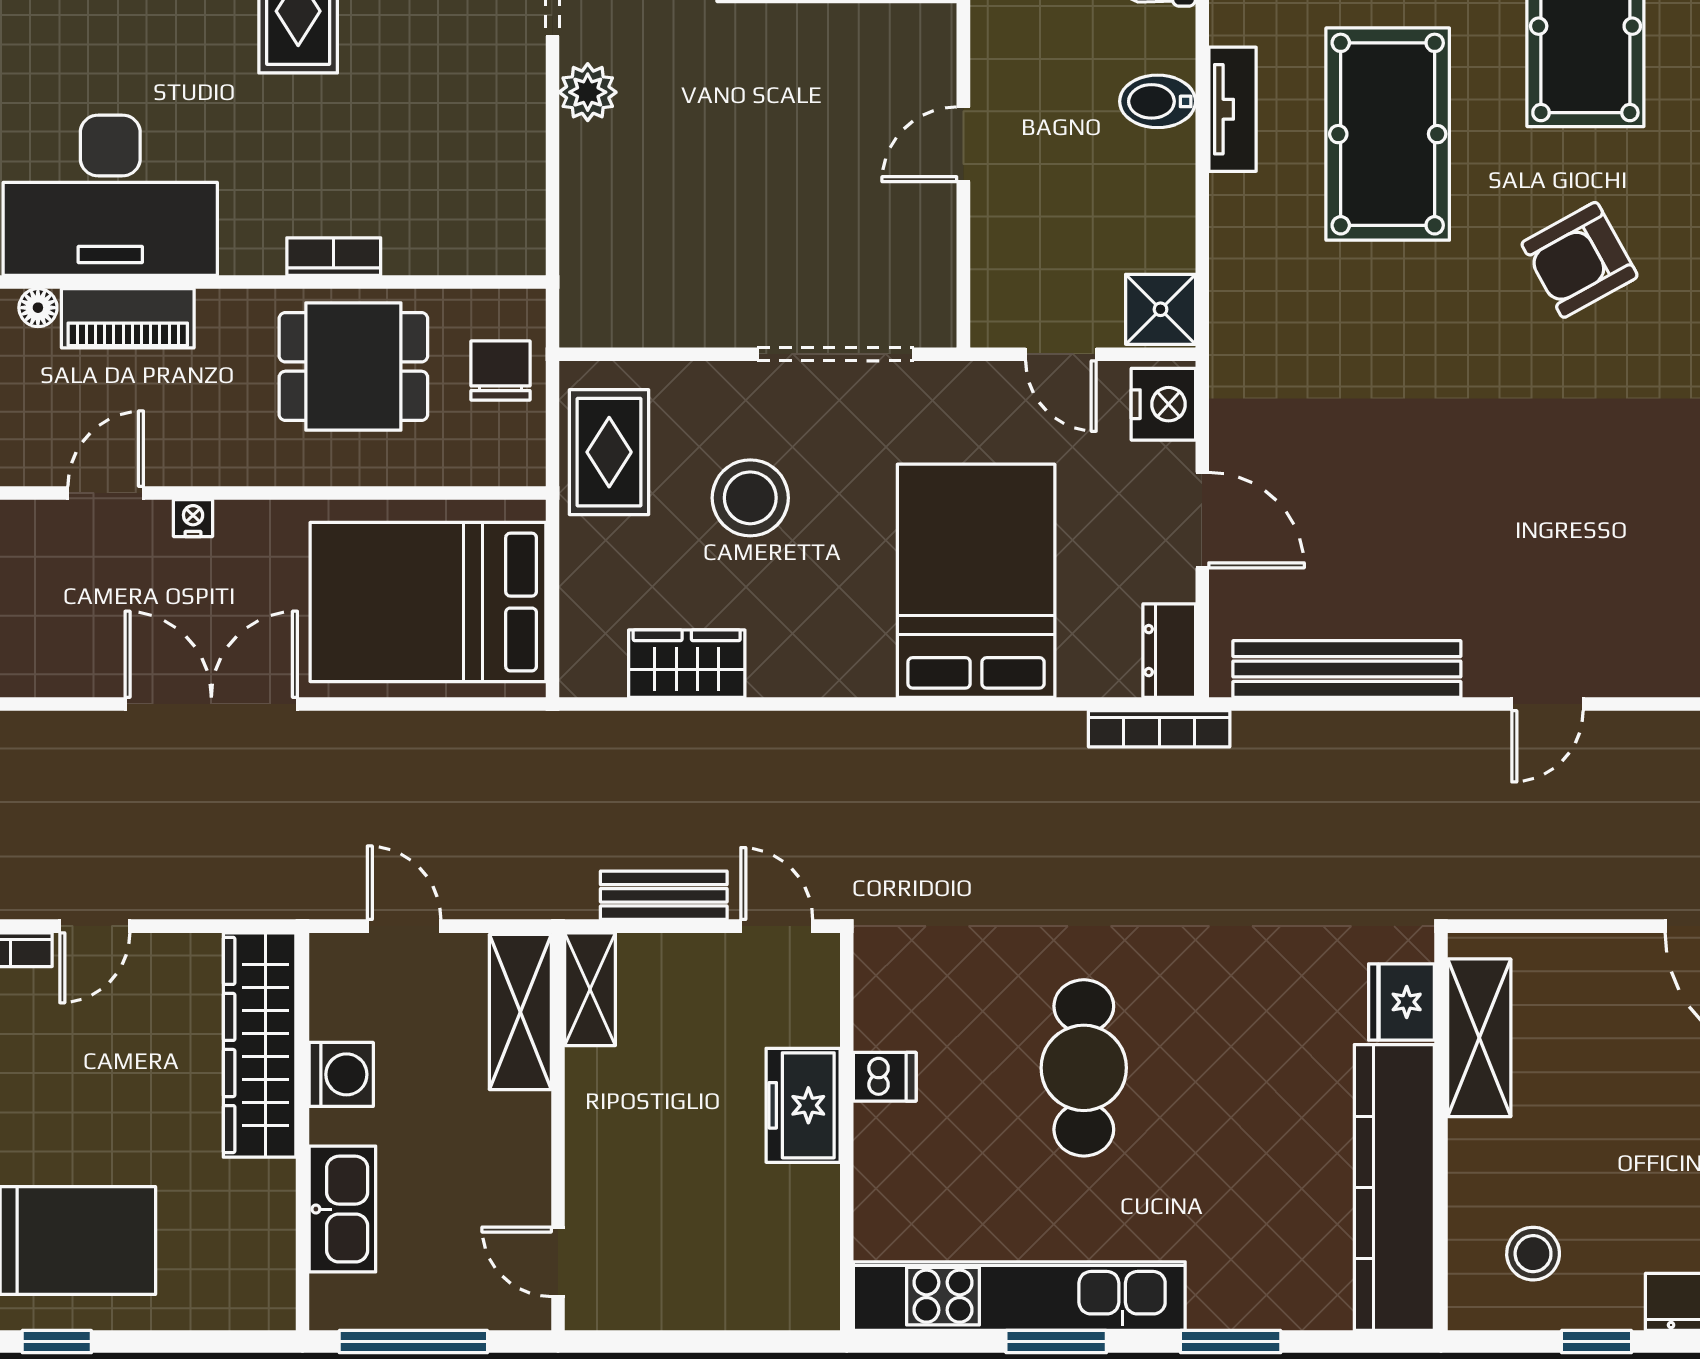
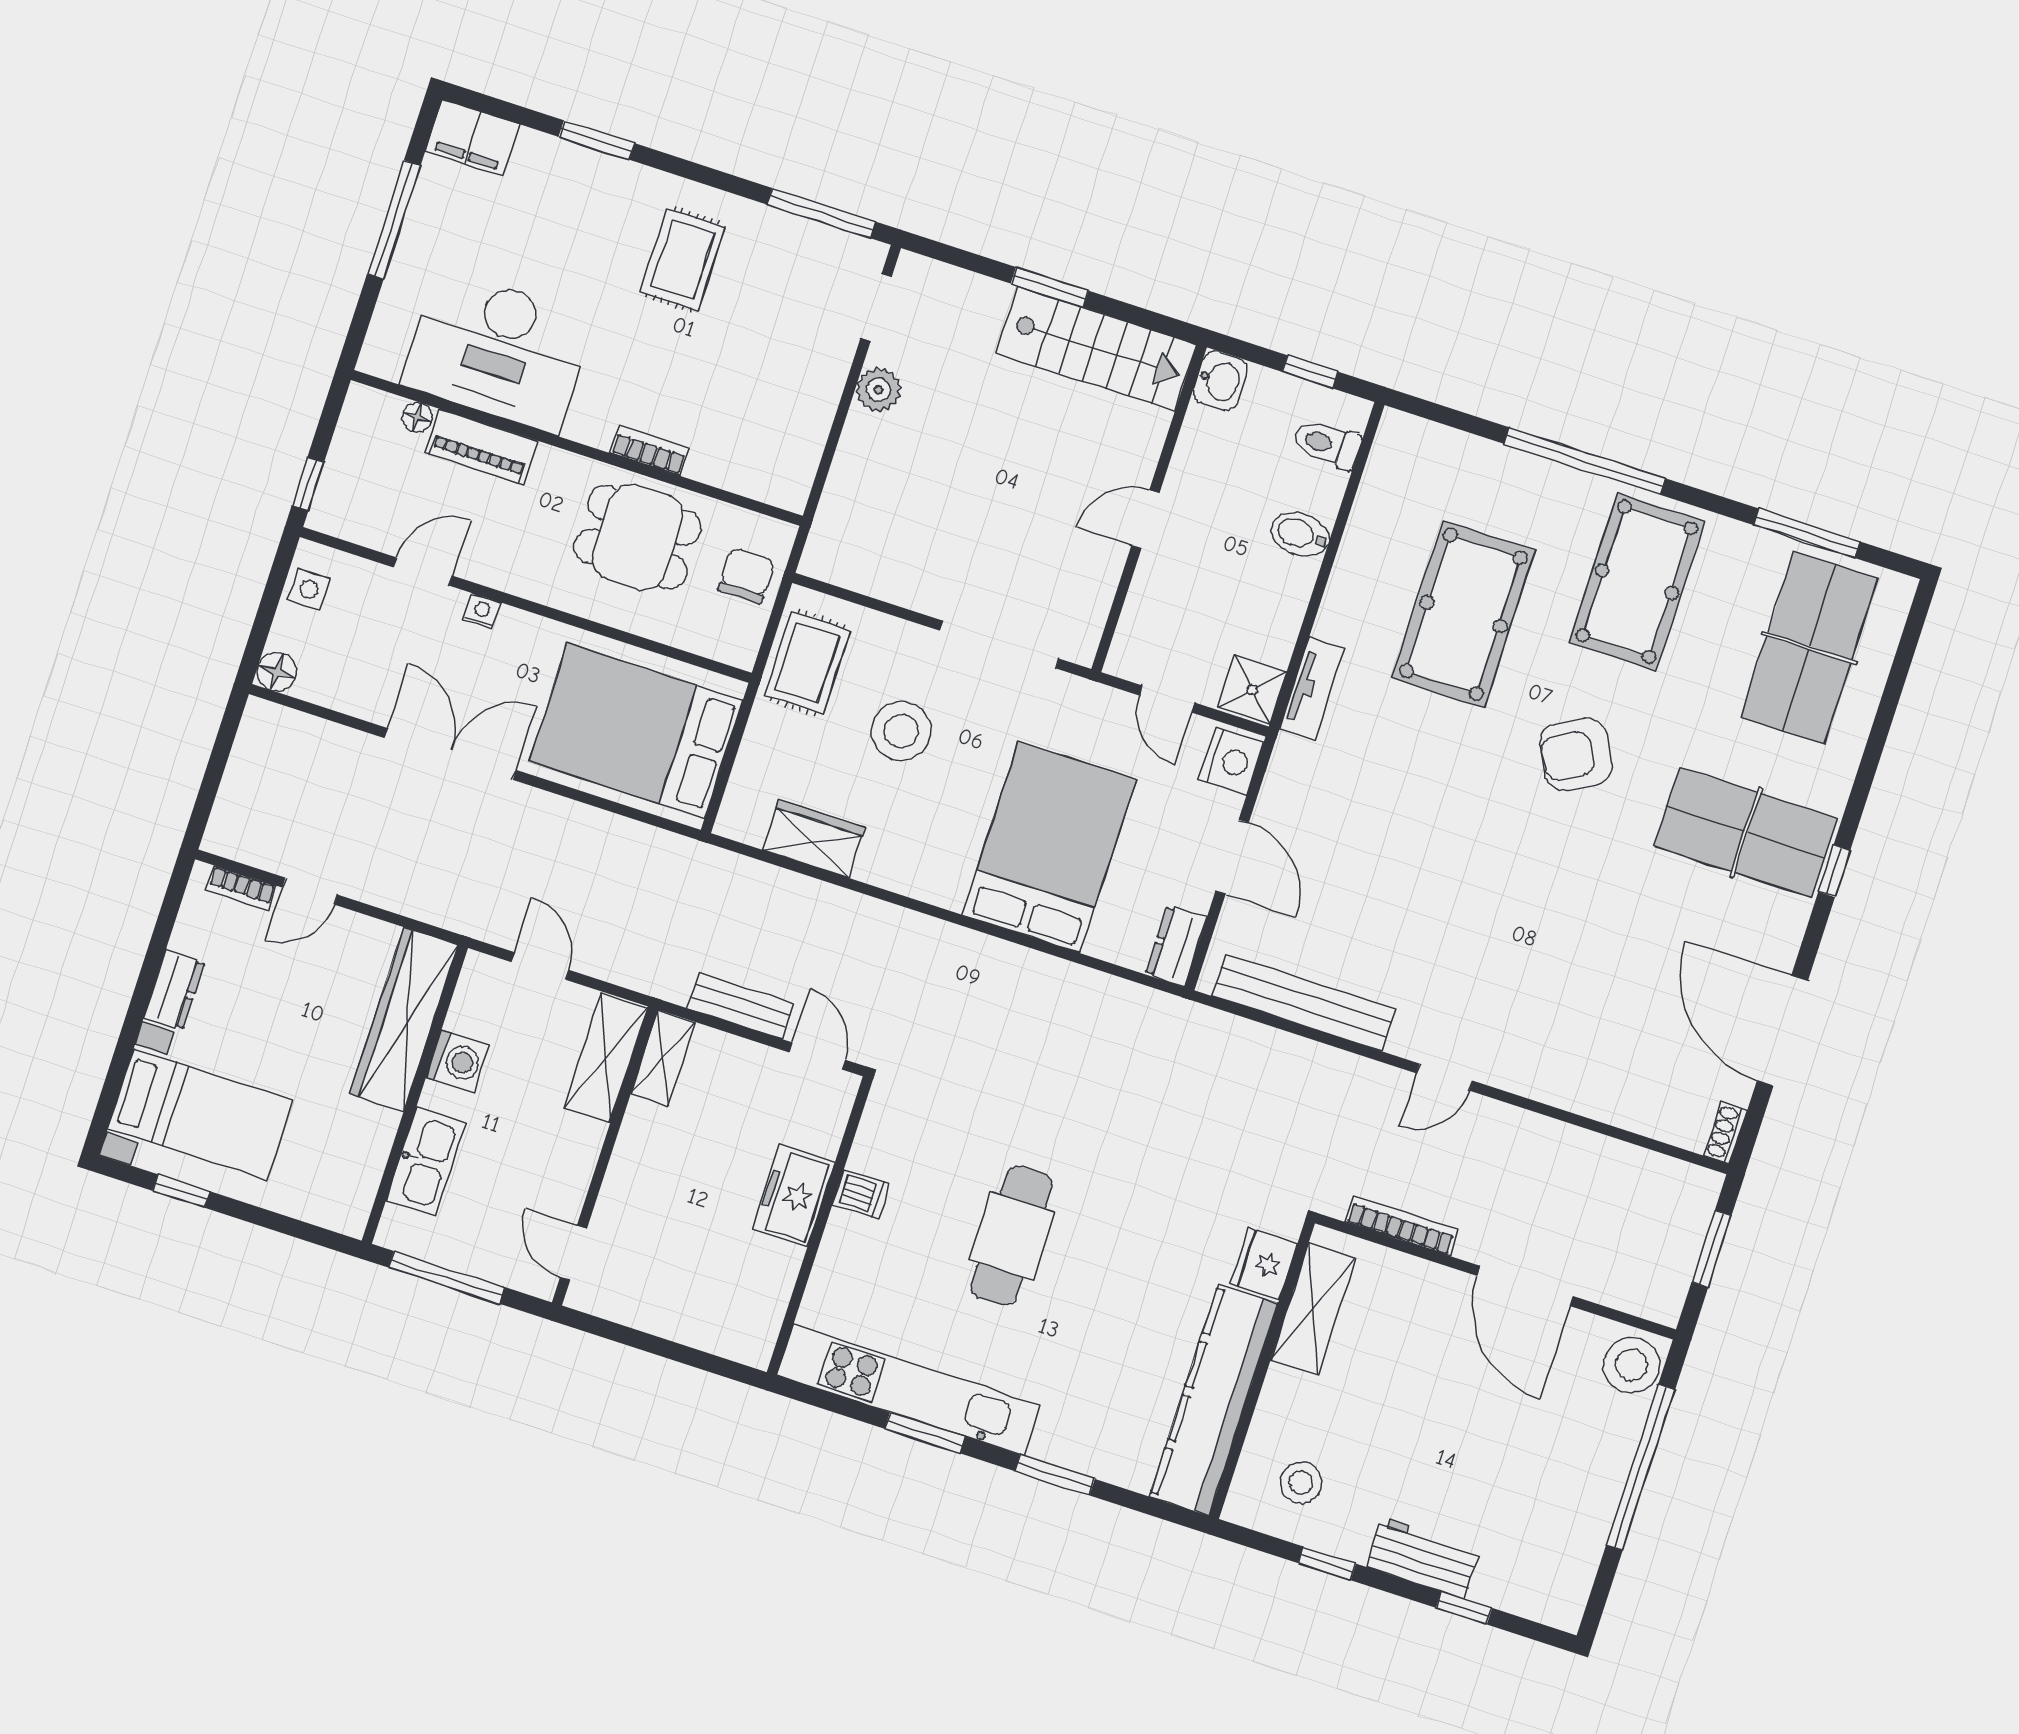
tv unit: (1233, 109) -> (1312, 689), moved
bookcase: (1159, 729) -> (1402, 1225), moved, turned 180

